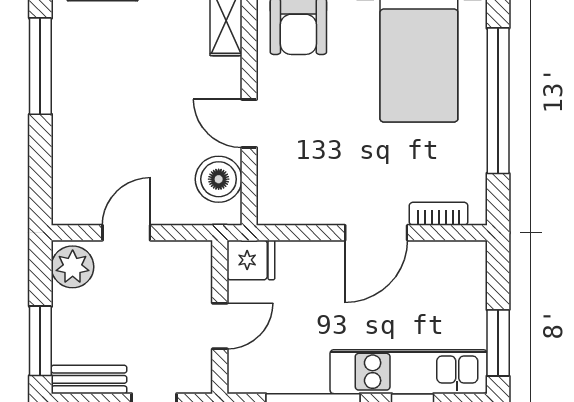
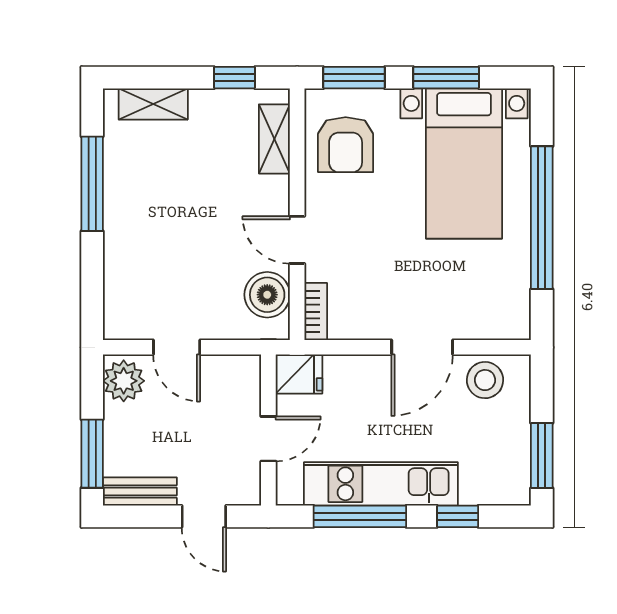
bookcase: (439, 214) -> (316, 312), moved, turned 90
door: (126, 233) -> (177, 347), swing flipped
stool: (440, 266) -> (485, 380), added
kitchen unit: (409, 372) -> (381, 484), moved

